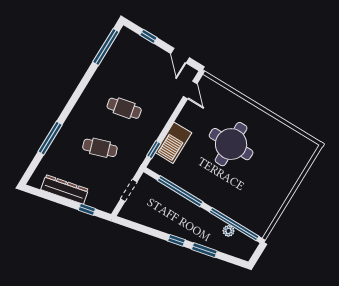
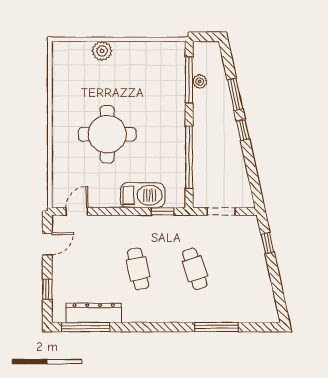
plant: (291, 176) -> (102, 51), added
dresser: (65, 189) -> (94, 313), moved, turned 102
window: (234, 224) -> (189, 80), width x0.68

